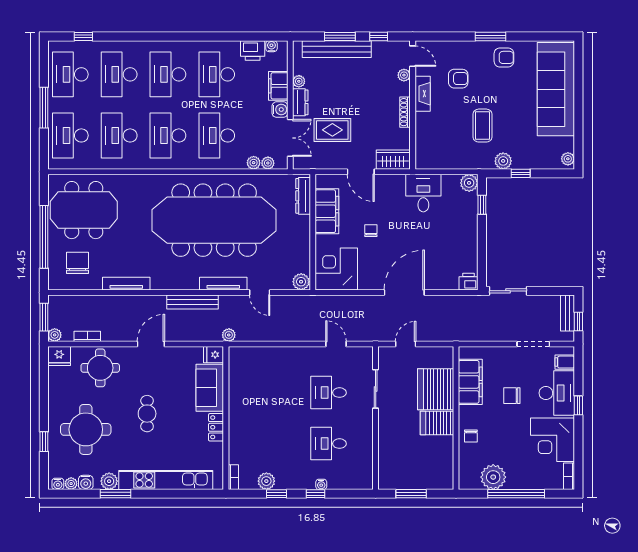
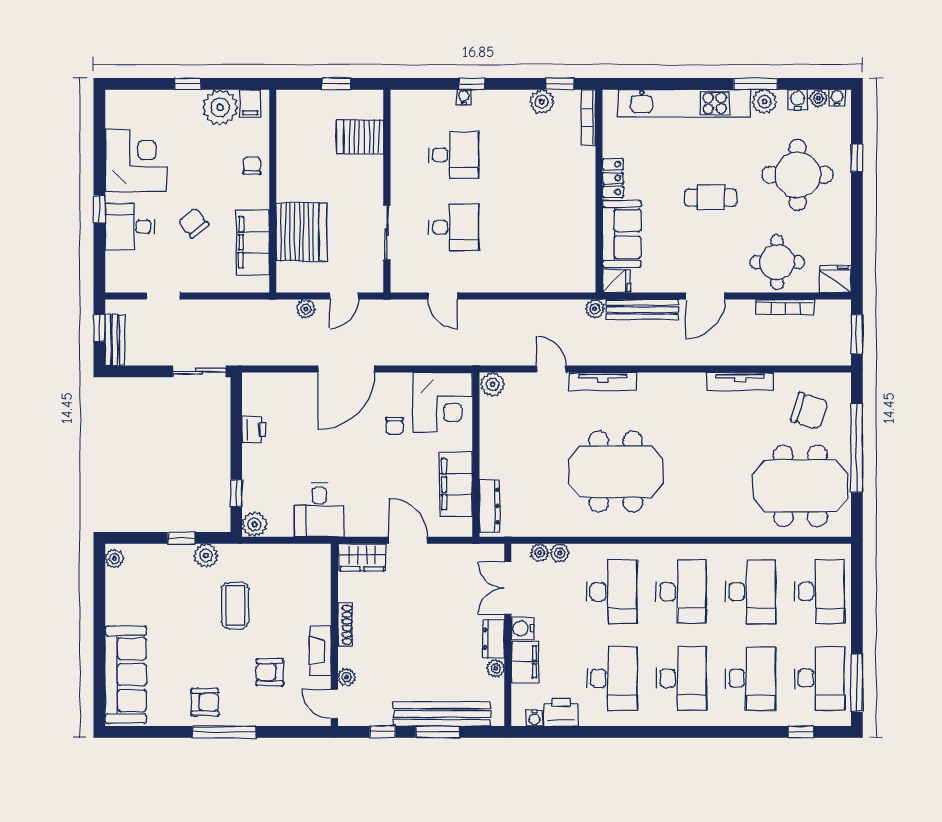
window: (490, 37) -> (224, 732), width x1.44
armchair: (504, 57) -> (205, 702), turned 180
sofa: (556, 89) -> (126, 675), width x0.74, depth x0.79
window: (44, 108) -> (857, 683), moved
rug: (332, 130) -> (448, 599), removed
meeting table: (214, 220) -> (616, 472), width x0.54, depth x0.79
chair: (371, 231) -> (395, 426), moved
chair: (77, 263) -> (809, 411), turned -72
printer: (468, 282) -> (254, 430), moved, turned -90
bench: (192, 302) -> (642, 310), moved
plant: (55, 335) -> (306, 309), moved
bookcase: (87, 336) -> (785, 307), width x1.56
doorway: (533, 344) -> (163, 296), width x0.73
filing cabinet: (565, 362) -> (250, 103), moved, turned 90
desk: (557, 393) -> (130, 227), width x0.73
chair: (512, 396) -> (194, 223), turned -129
cafe table: (147, 414) -> (711, 197), turned 90
server rack: (437, 423) -> (360, 137), moved, turned 180
bookcase: (569, 476) -> (113, 109), removed
bookcase: (233, 477) -> (589, 117), width x1.56
window: (276, 494) -> (560, 84), moved
window: (411, 494) -> (336, 84), width x0.67
window: (516, 494) -> (188, 84), width x0.32

